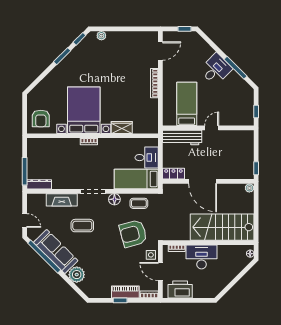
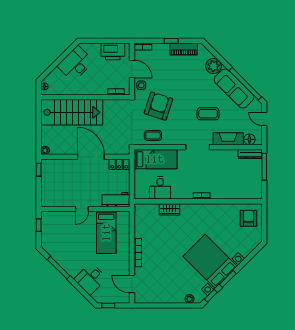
door: (160, 51) -> (132, 284), hinge flipped
desk: (216, 69) -> (90, 279), moved
bed with nightstands: (84, 110) -> (210, 261), moved, turned 135
workbench: (182, 138) -> (116, 200), width x0.73
desk: (147, 158) -> (160, 188), moved, turned -90
floor lamp: (114, 199) -> (249, 139), moved
armchair: (133, 234) -> (158, 106), turned -57
desk: (202, 257) -> (75, 64), moved, turned 135
piano: (125, 292) -> (184, 49), moved

